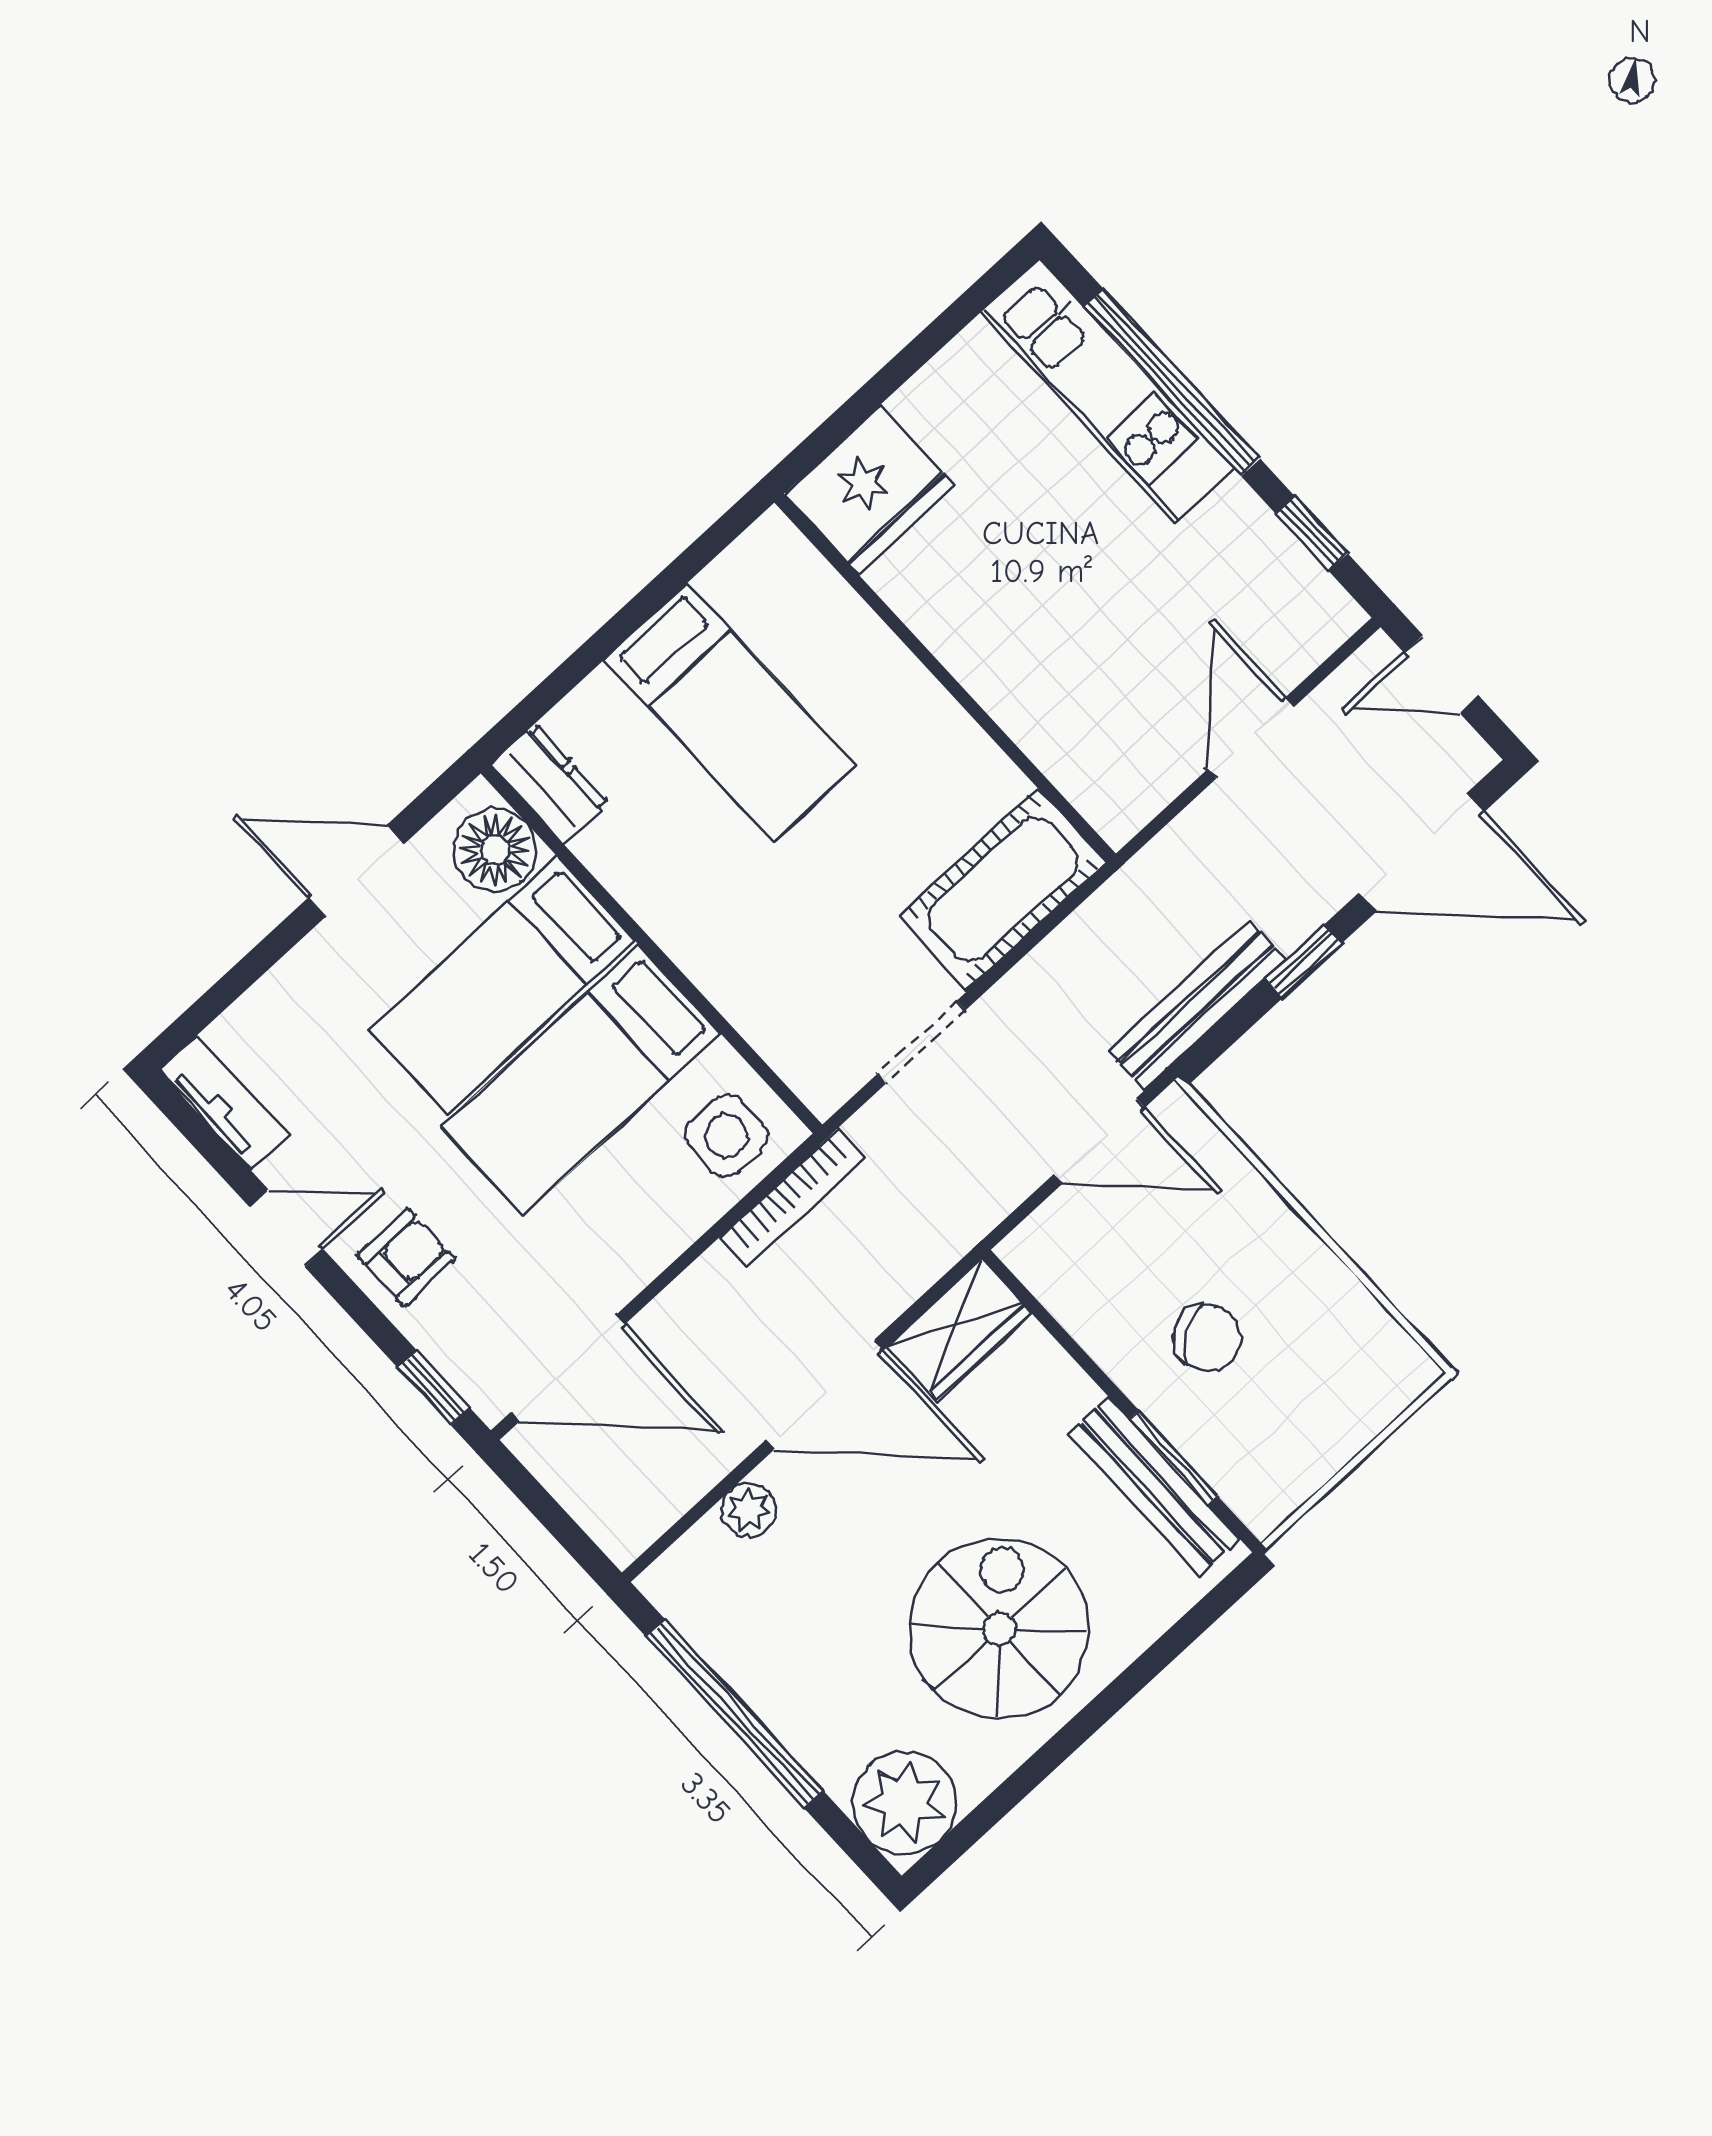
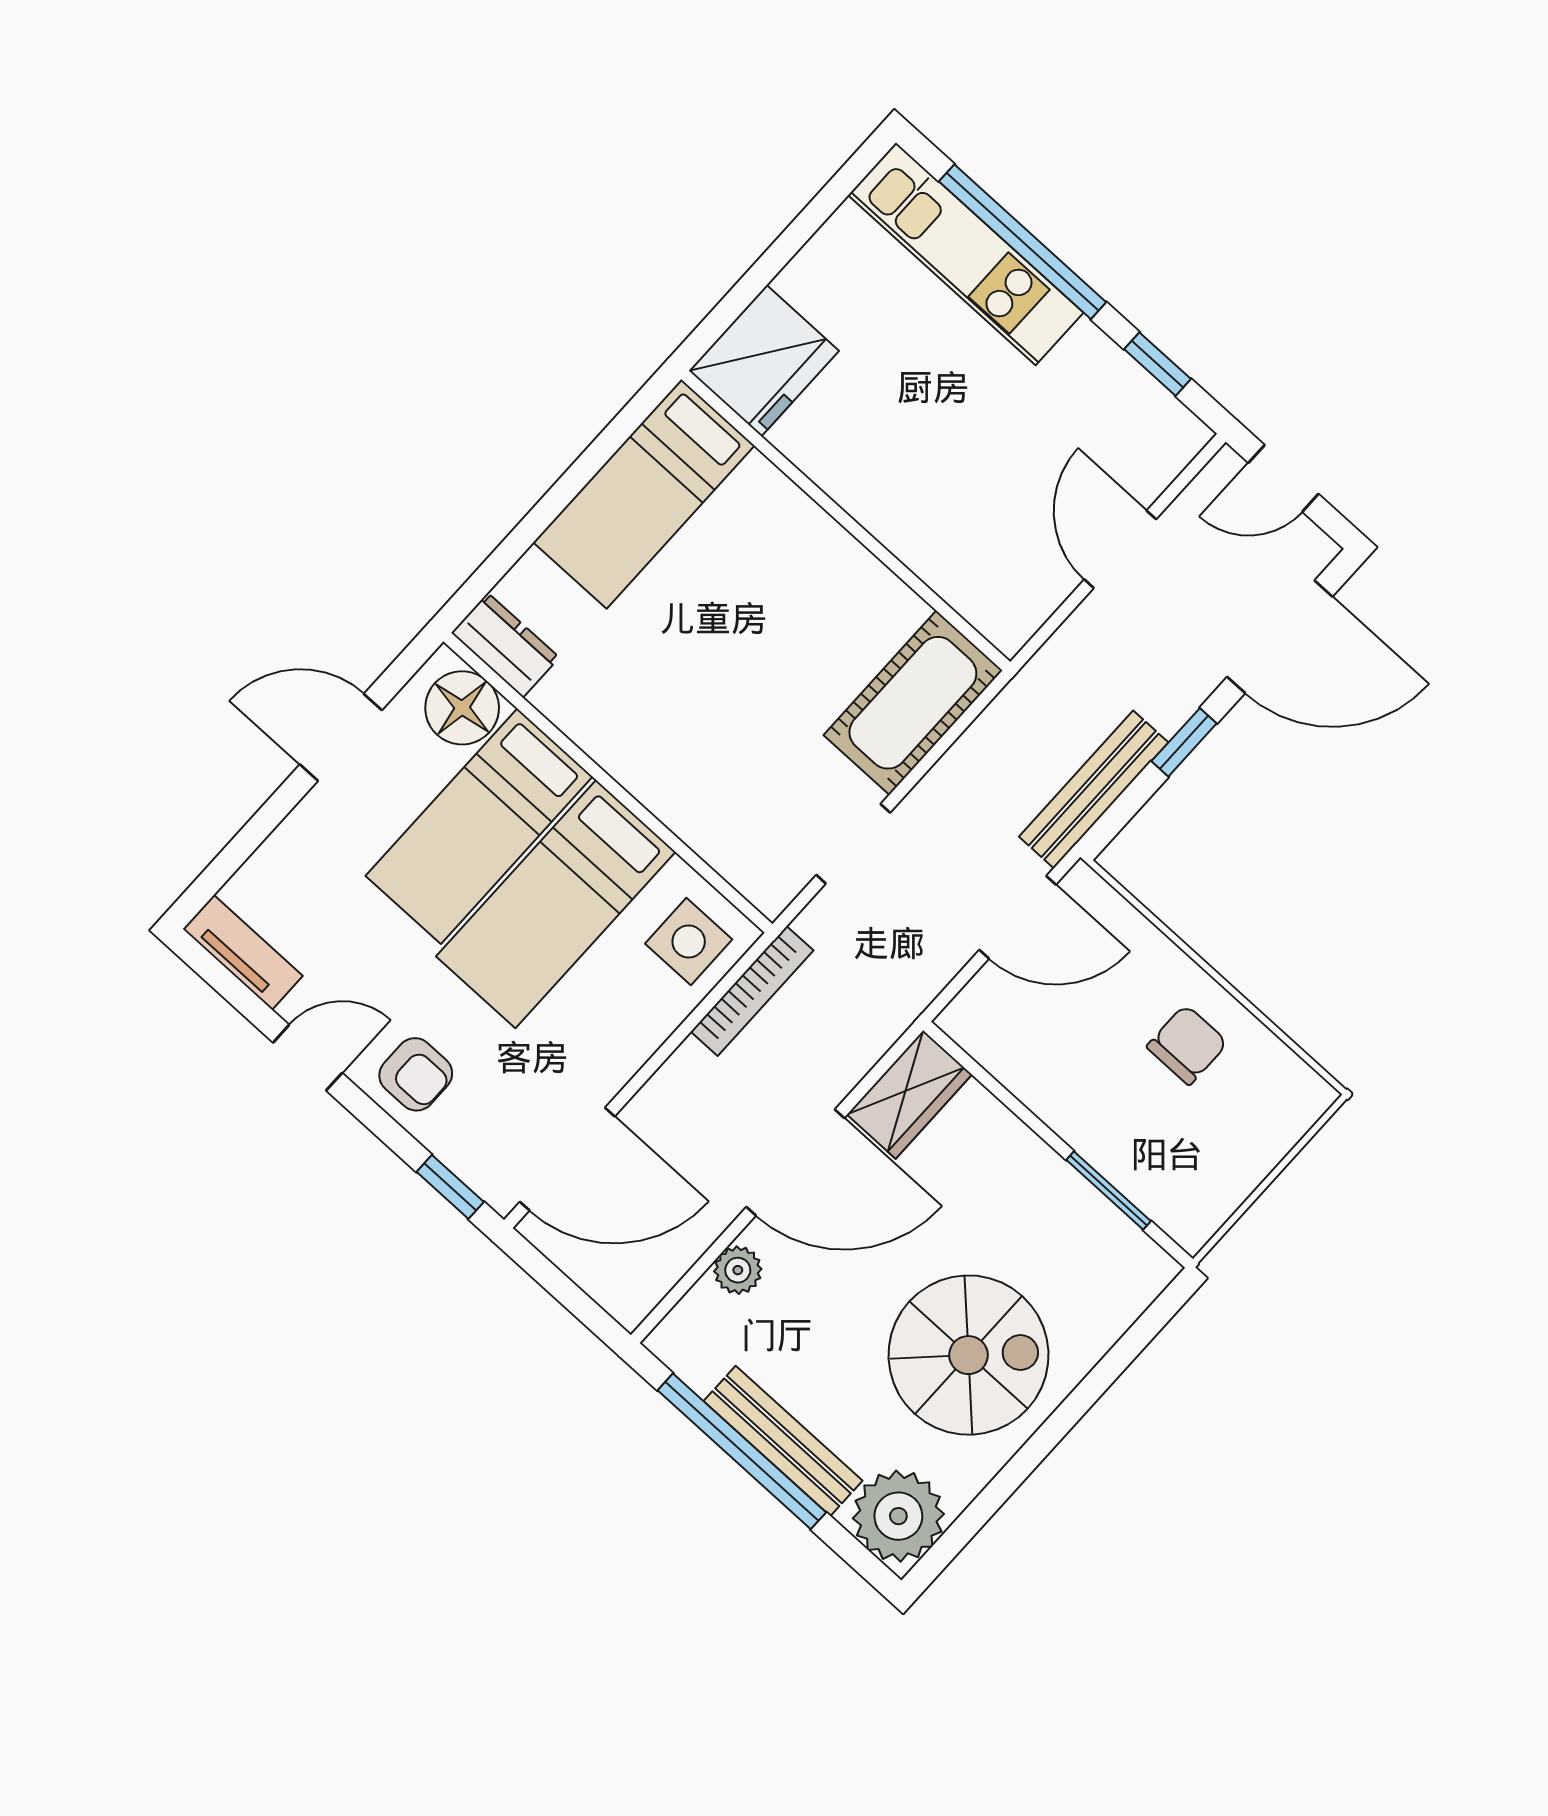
bed: (730, 712) -> (644, 494), moved, turned 90
armchair: (406, 1258) -> (416, 1074), turned 90
chair: (1207, 1338) -> (1187, 1045), moved, turned -57
bench: (1154, 1486) -> (783, 1441), moved
spiral stairs: (1000, 1629) -> (969, 1355), turned 90

